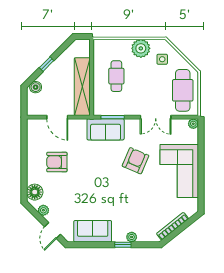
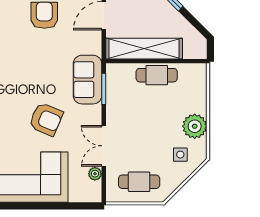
cafe table: (116, 76) -> (157, 75), moved
cafe table: (183, 90) -> (139, 182), width x0.73, depth x0.74
plant: (193, 124) -> (95, 174), moved

